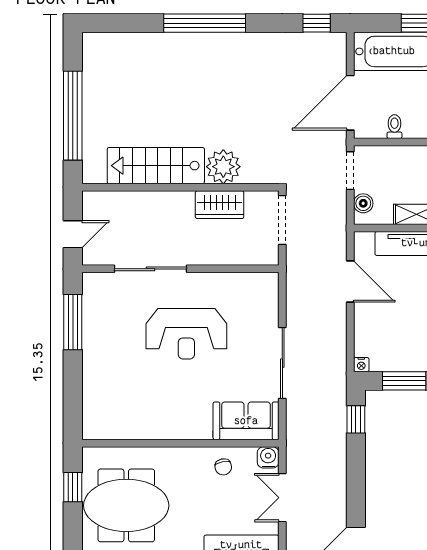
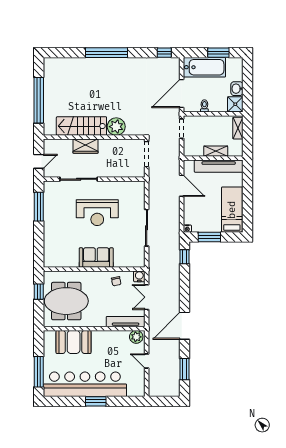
boiler: (363, 203) -> (188, 145), removed
wardrobe: (220, 205) -> (85, 146), moved
sofa: (246, 421) -> (96, 257), moved

